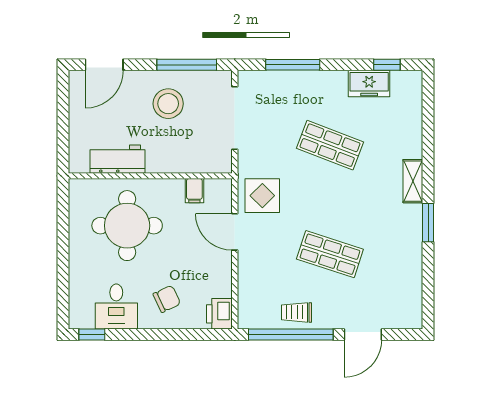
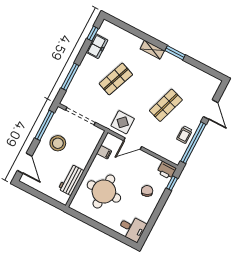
desk: (116, 307) -> (132, 228), moved
window: (92, 335) -> (172, 183), moved

